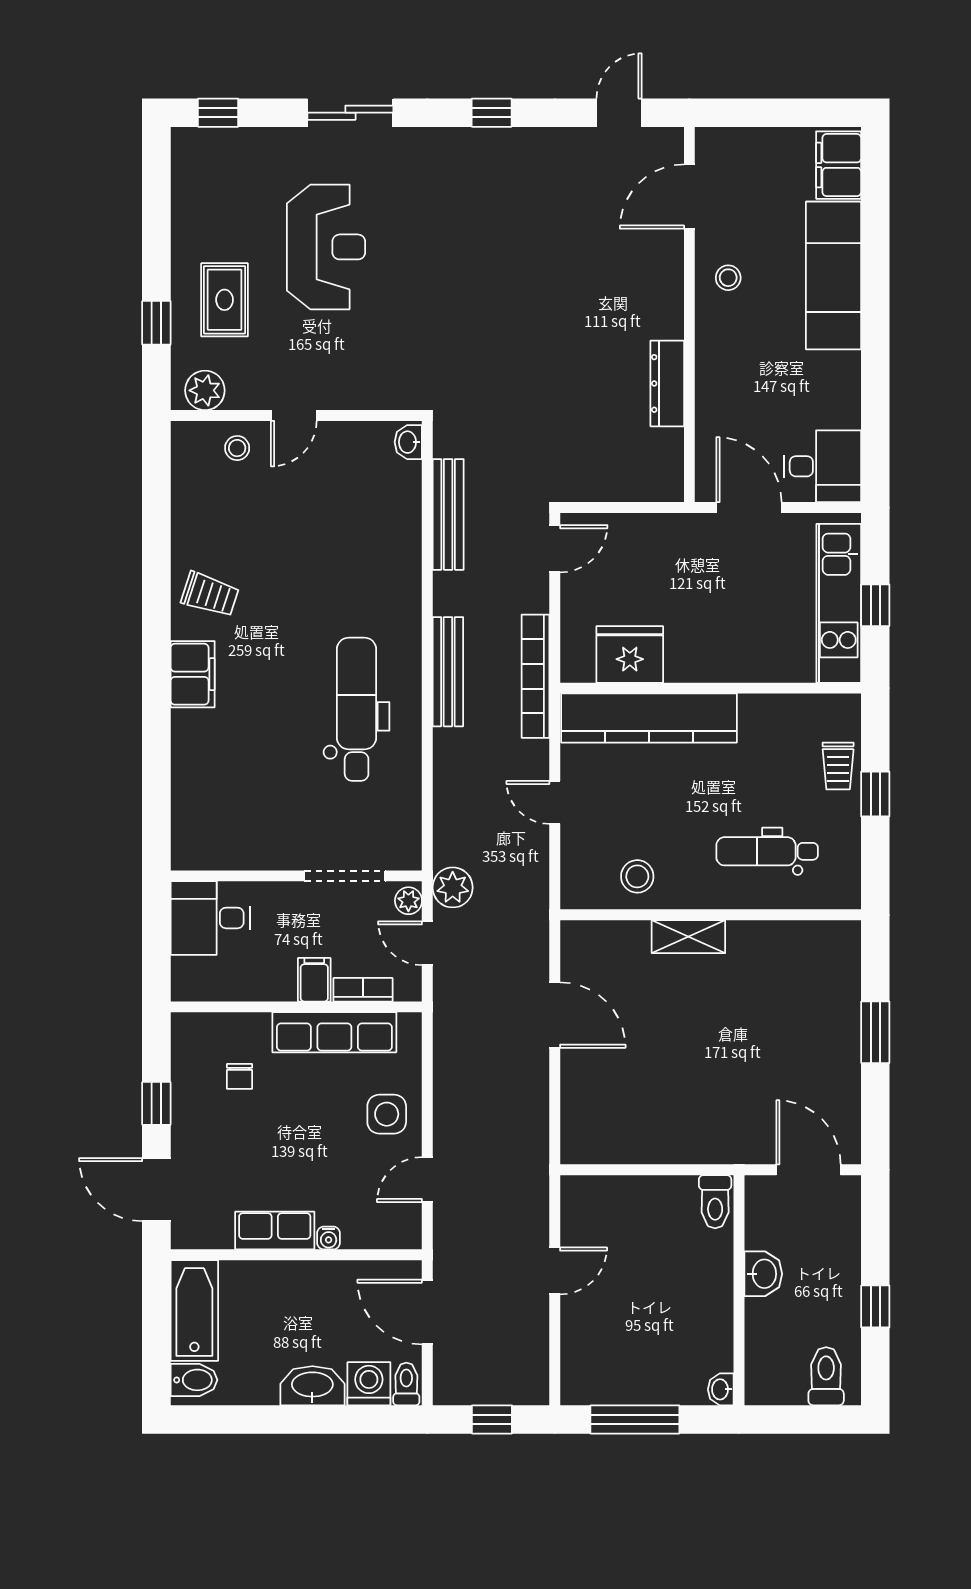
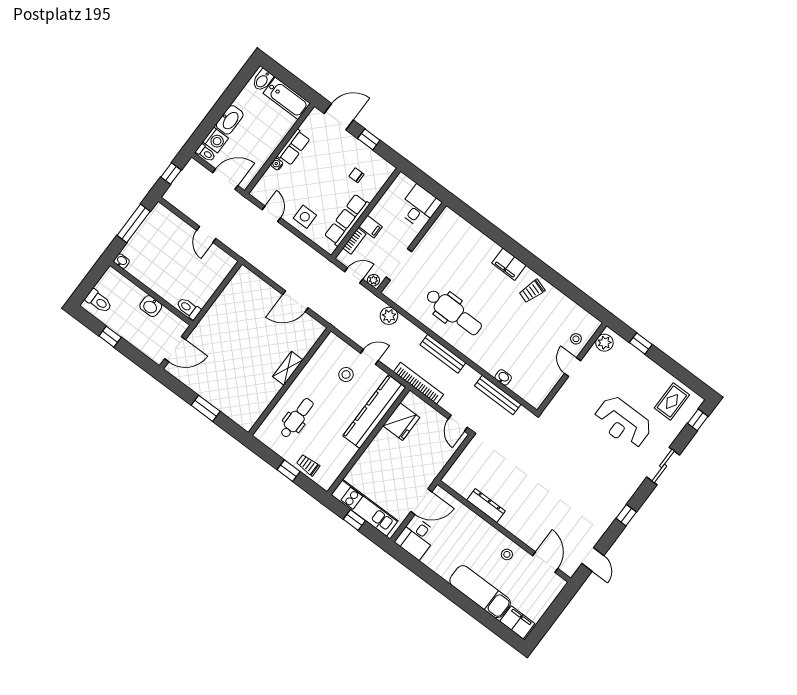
rug: (225, 300) -> (672, 401), moved, turned 90
washbasin: (408, 442) -> (503, 377), moved
stool: (637, 876) -> (346, 375), moved
plant: (453, 887) -> (389, 316), moved

